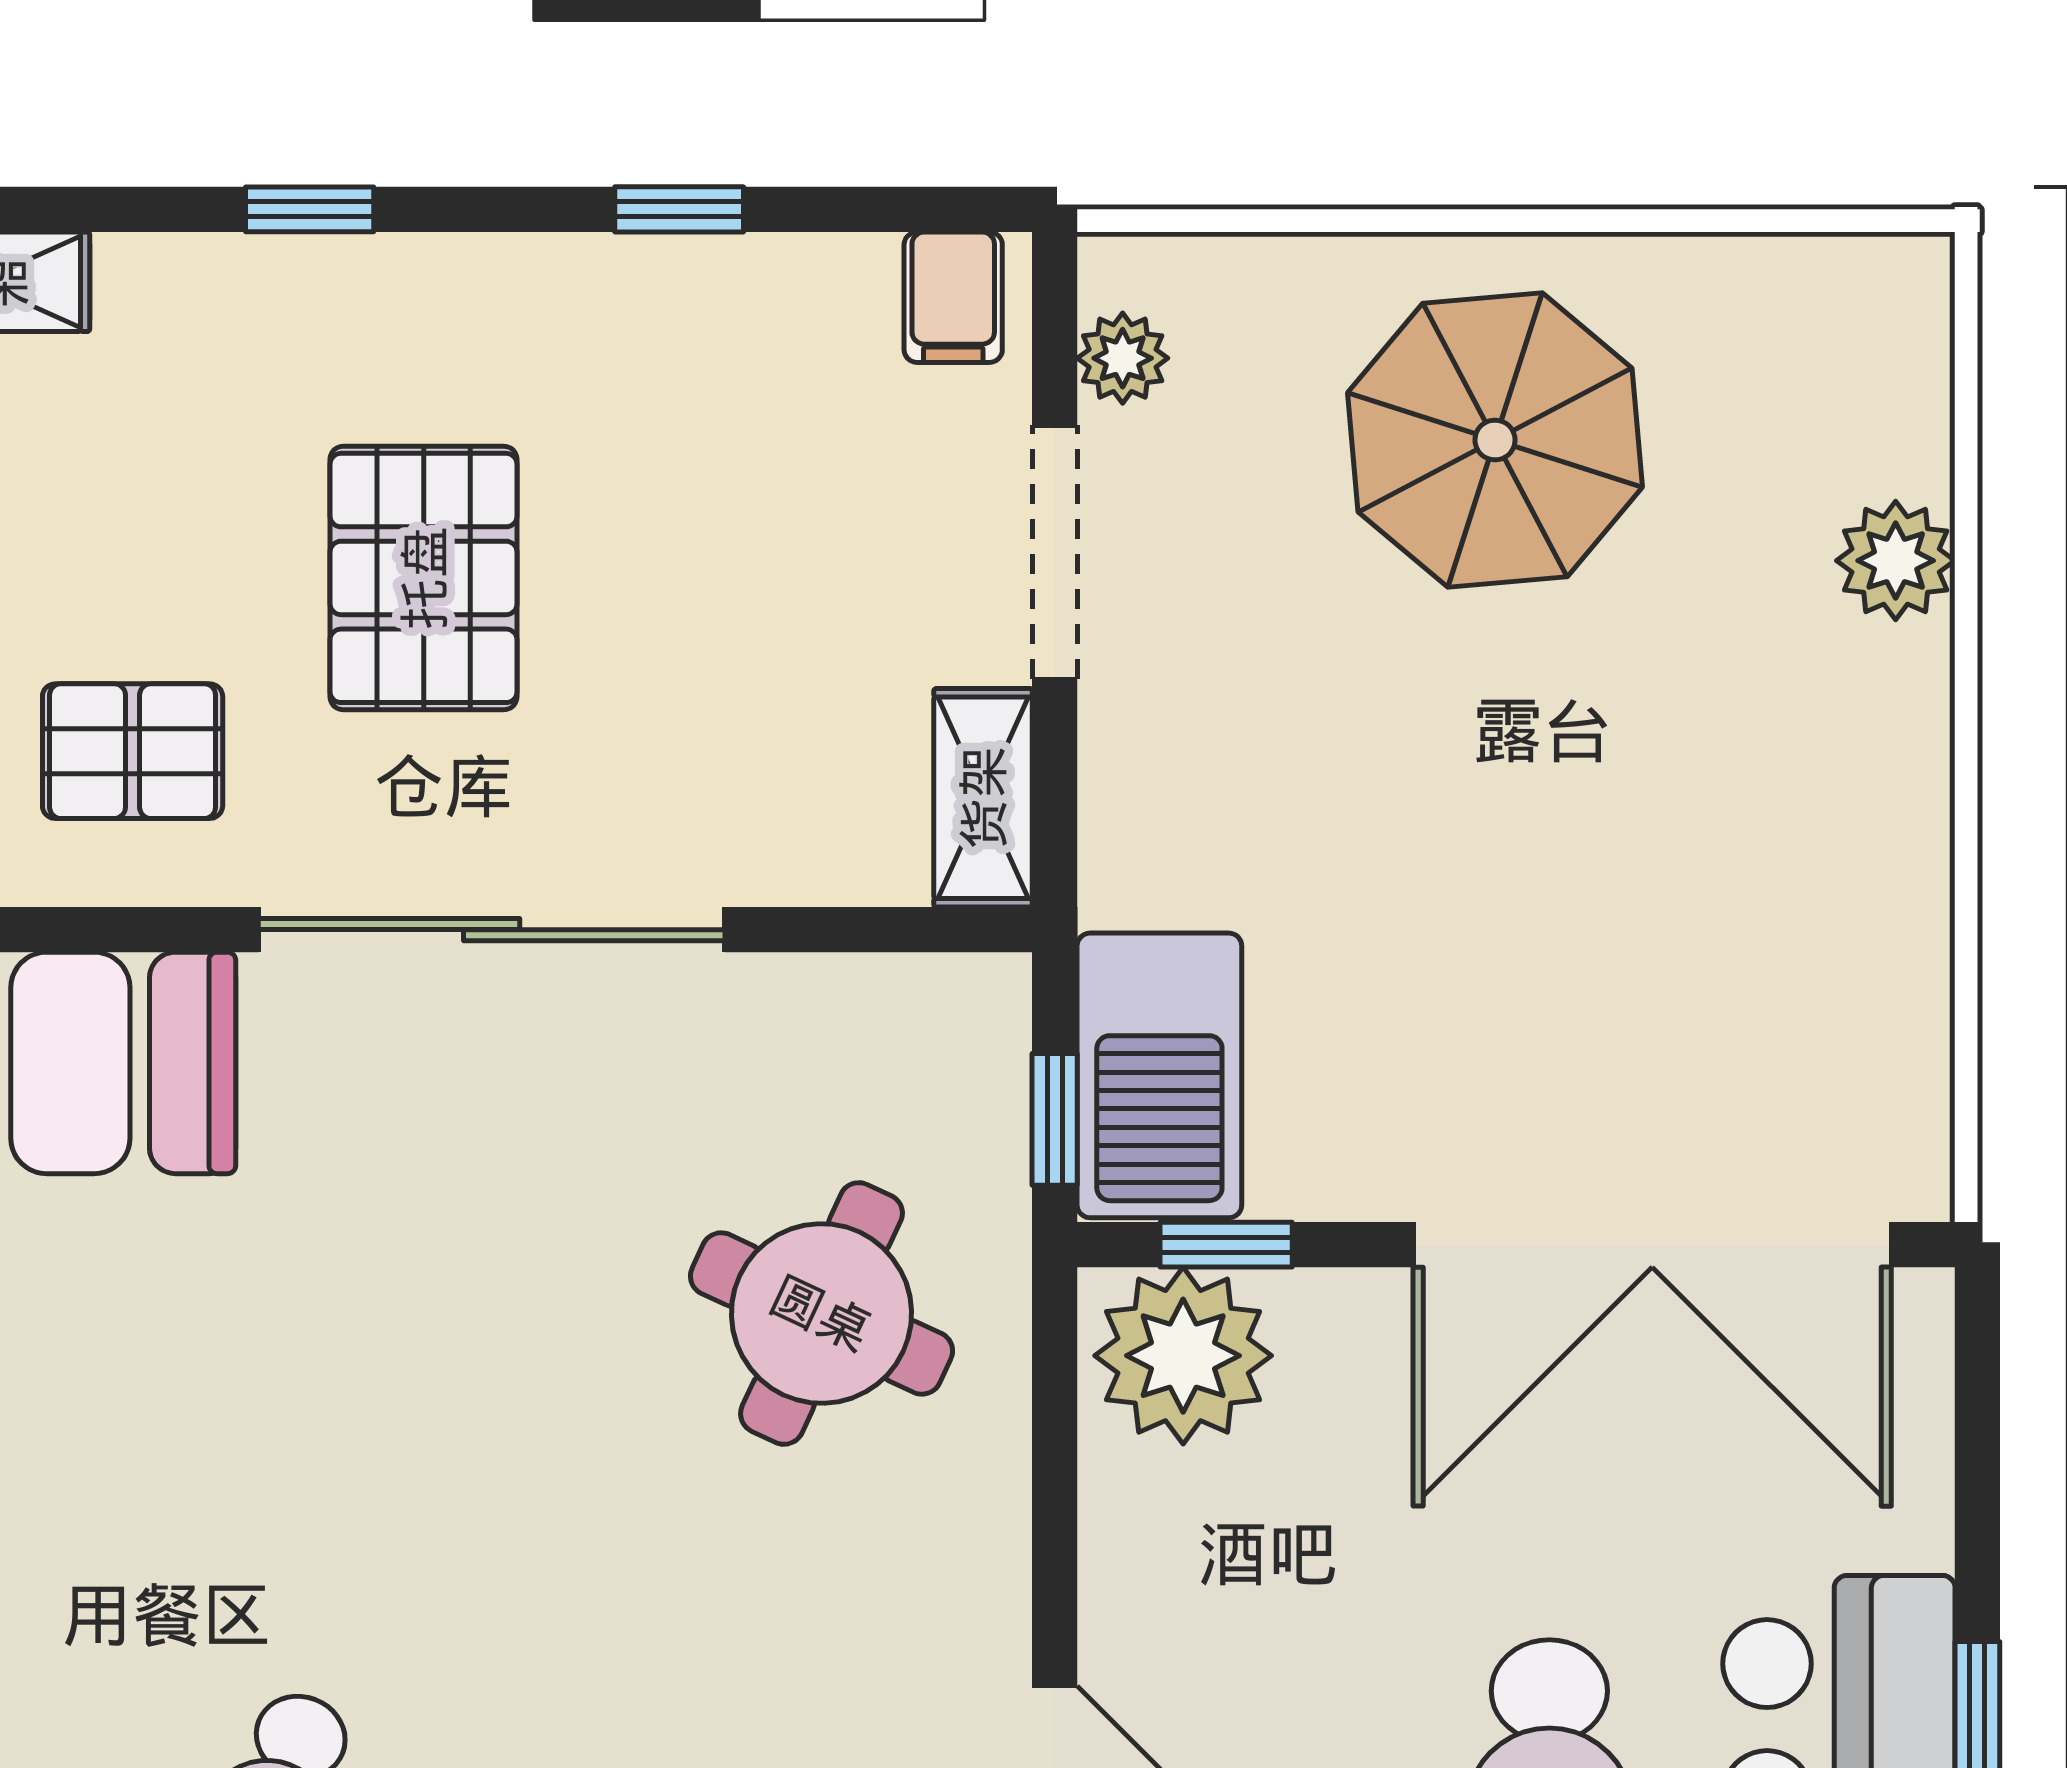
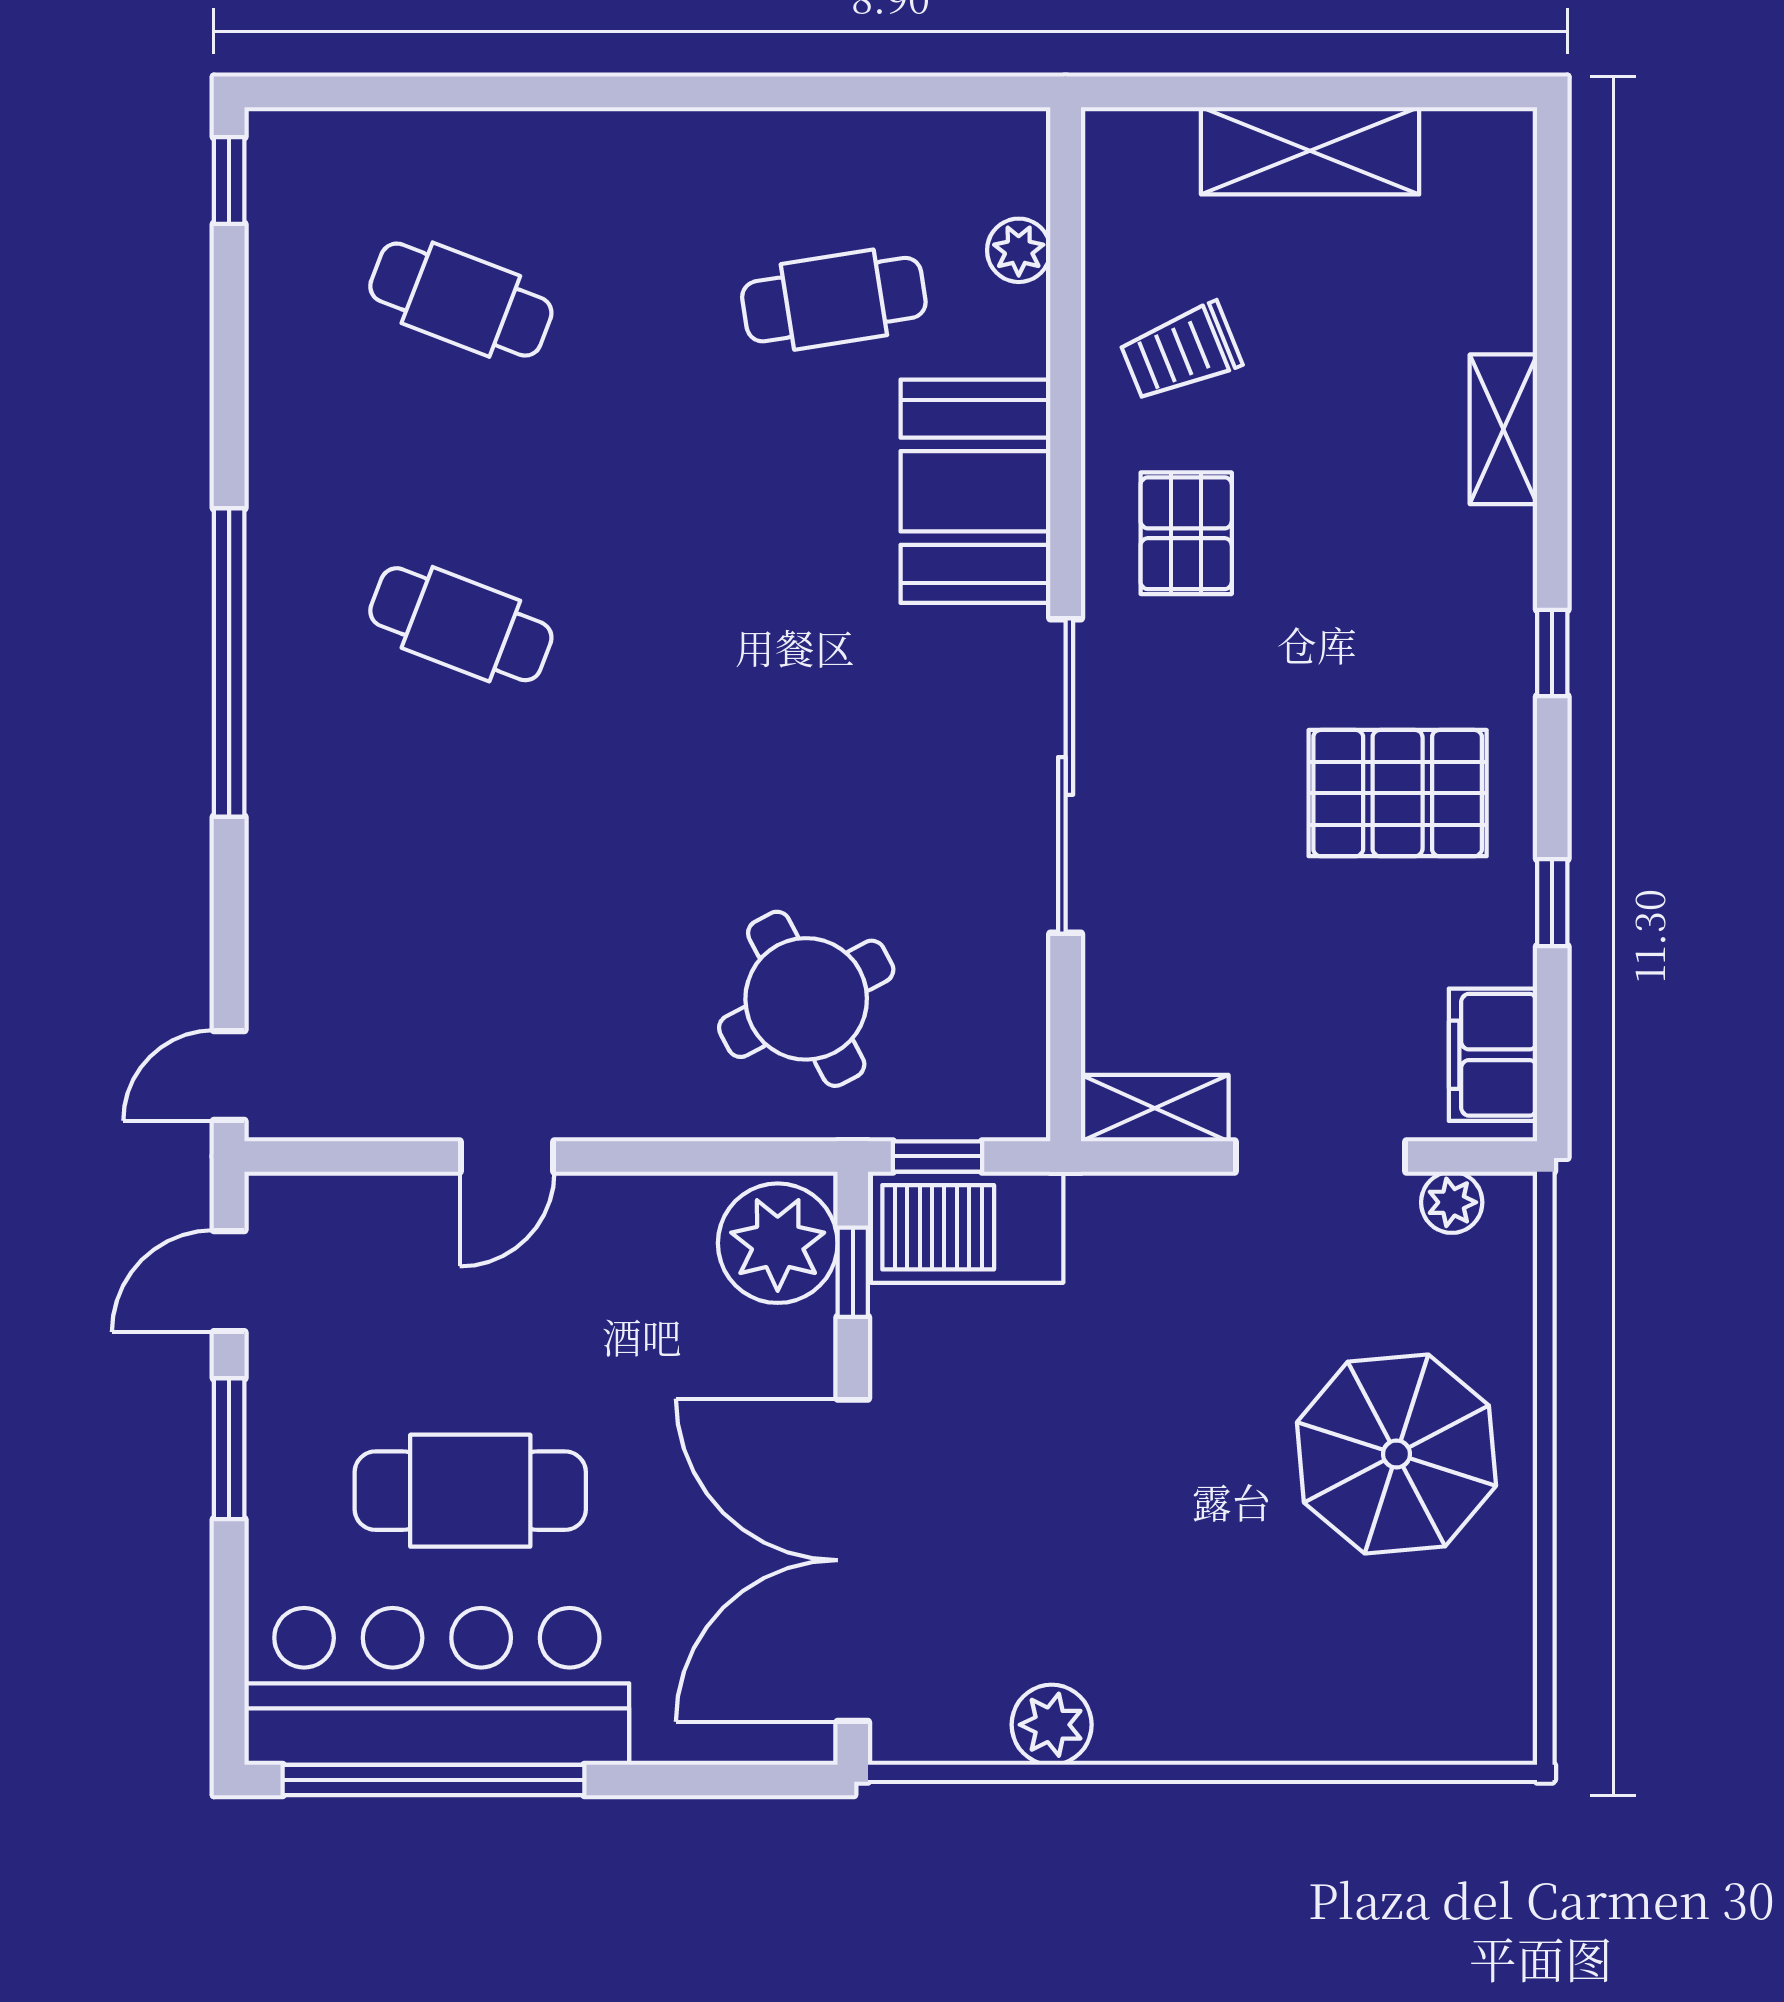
filing cabinet: (953, 297) -> (1493, 1055), width x2.00
plant: (1896, 561) -> (1052, 1725), moved
pallet: (424, 578) -> (1398, 793), moved
round table: (821, 1313) -> (806, 999), turned 37

